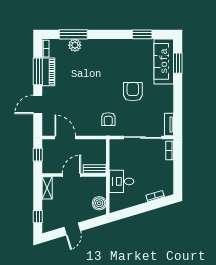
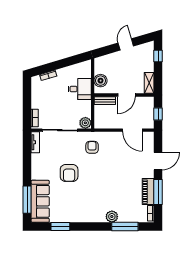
plant: (75, 45) -> (112, 217), moved
window: (178, 63) -> (27, 200), width x1.44
plant: (115, 145) -> (85, 123), added
boiler: (99, 203) -> (101, 81), moved

